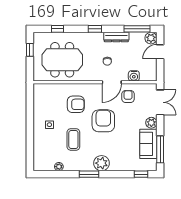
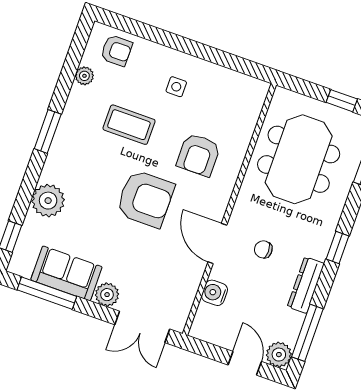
armchair: (128, 96) -> (116, 51), moved
plant: (102, 163) -> (48, 201), moved

